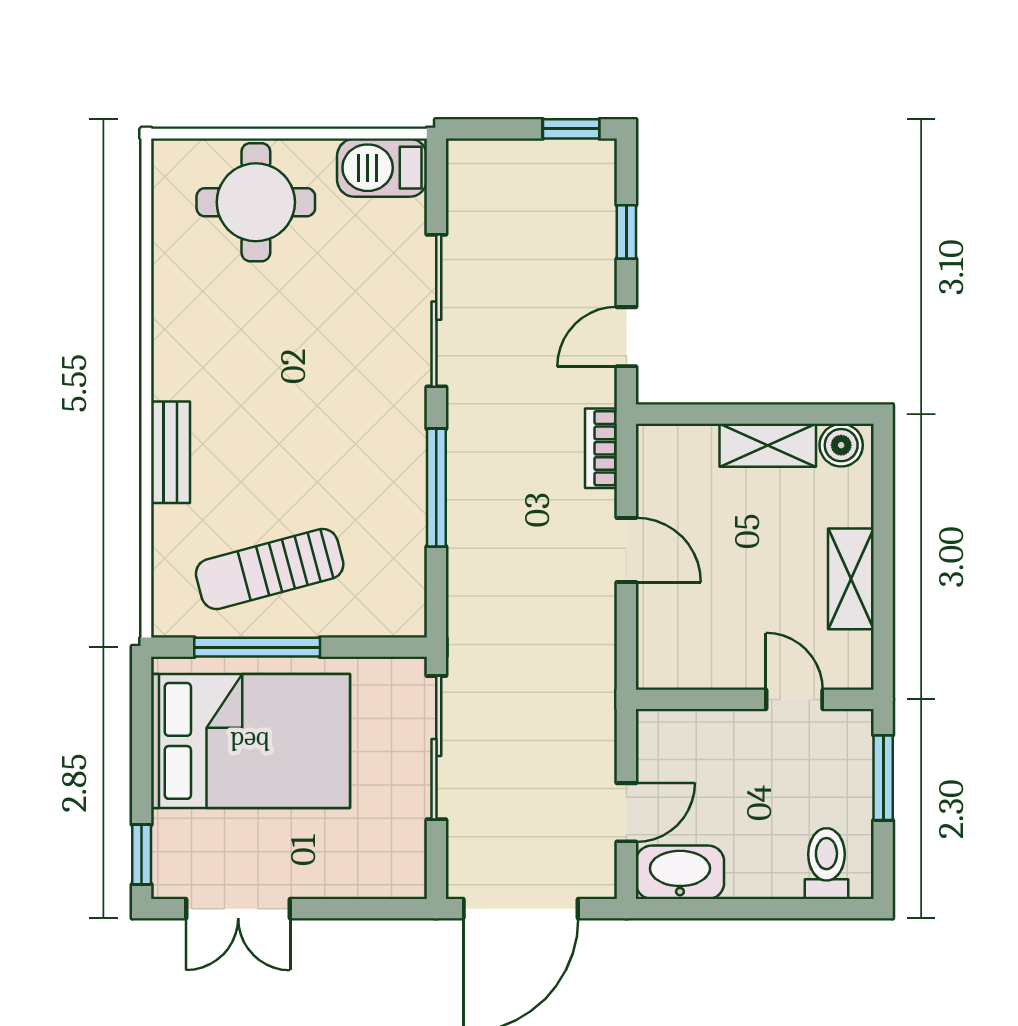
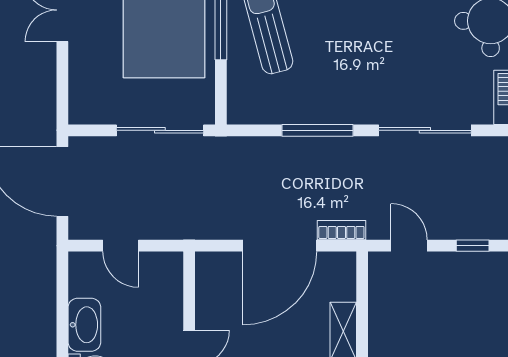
door: (626, 550) -> (280, 246), width x1.88
washbasin: (680, 872) -> (84, 325), moved

